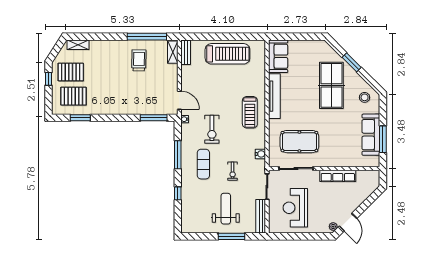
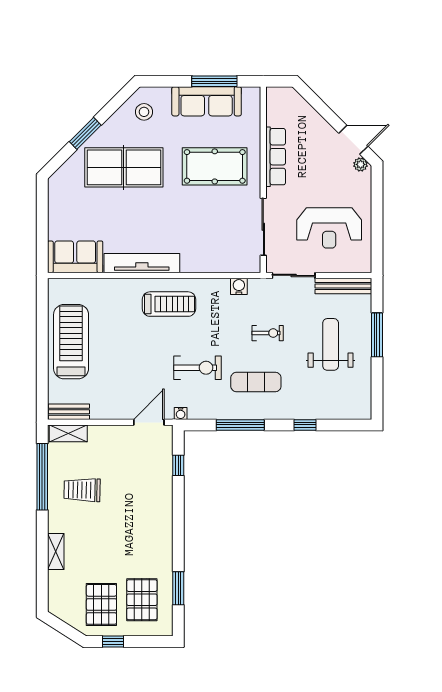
shelving: (78, 45) -> (56, 552), moved
window: (154, 118) -> (178, 465), width x0.46
pool table: (299, 142) -> (215, 166), moved, turned 90
weight bench: (226, 209) -> (331, 344), turned 90

